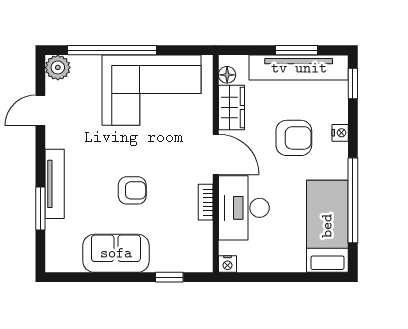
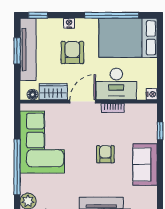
bed: (327, 226) -> (128, 38), width x1.50

